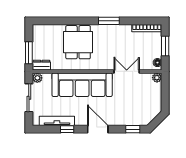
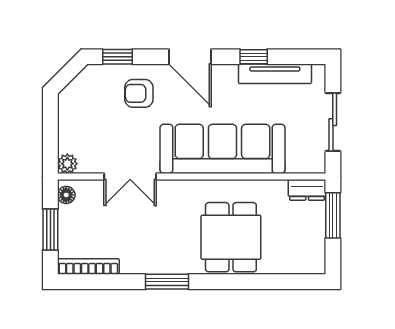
plant: (37, 78) -> (315, 163), removed
armchair: (122, 112) -> (139, 93), added

